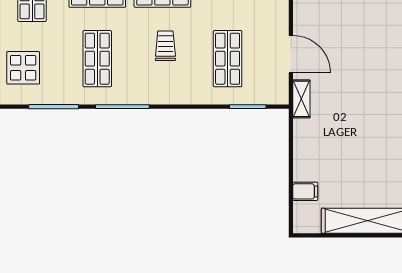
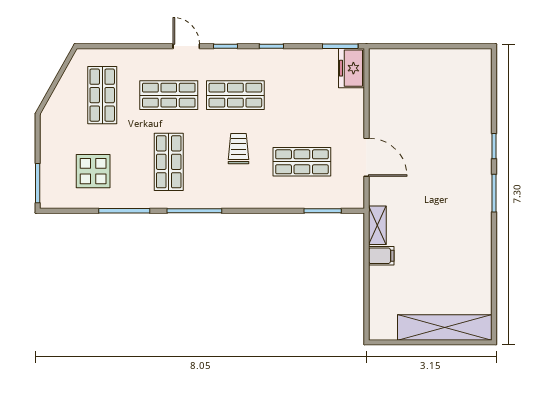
shop shelf: (228, 59) -> (302, 162), turned 90
shelving: (301, 99) -> (377, 225), moved
filing cabinet: (305, 191) -> (381, 256), moved

